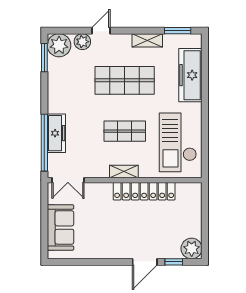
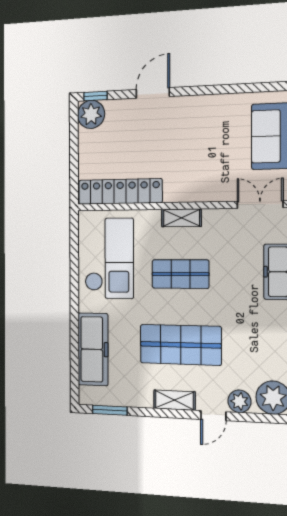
shelving: (147, 40) -> (174, 400), moved
locker: (144, 191) -> (120, 191), moved
window: (174, 262) -> (96, 96), moved

